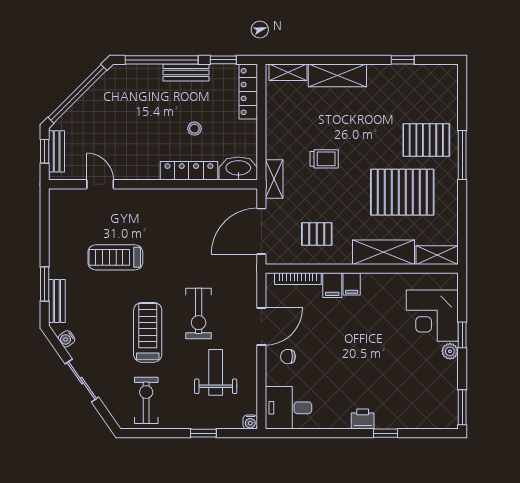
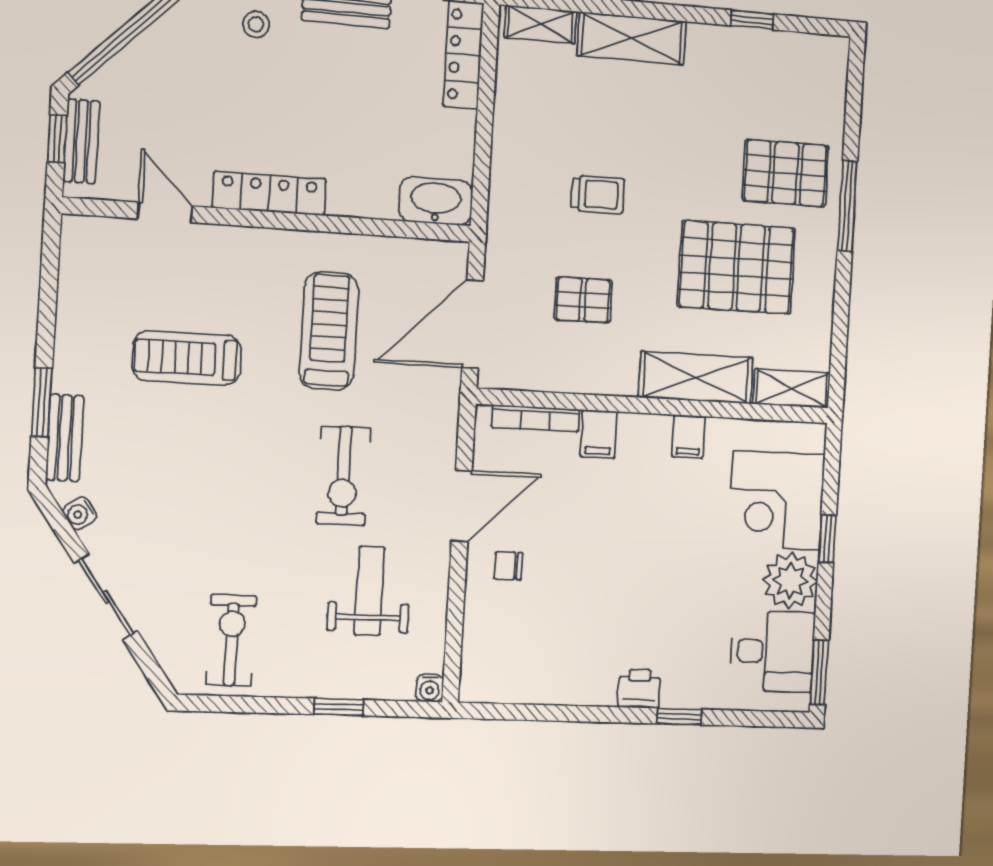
stool: (194, 129) -> (256, 24), moved
locker: (189, 171) -> (269, 193), moved
shelving: (274, 179) -> (502, 226), removed
pallet: (317, 234) -> (583, 300), moved
filing cabinet: (352, 284) -> (689, 437), moved
treadmill: (148, 332) -> (329, 331), moved
plant: (450, 351) -> (790, 581), width x1.88, depth x1.88
desk: (288, 408) -> (772, 651), moved, turned 180

